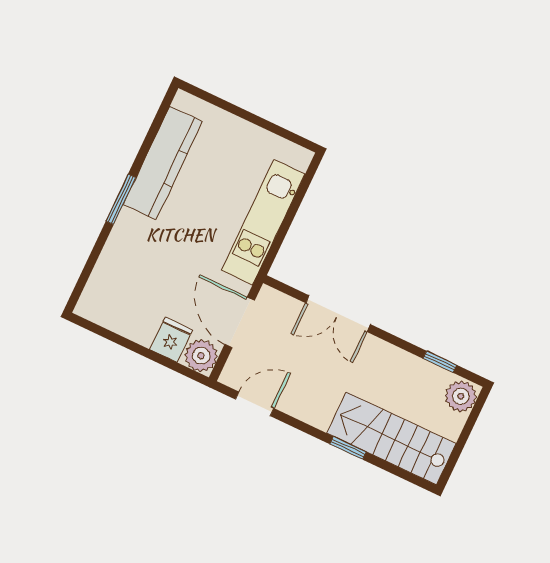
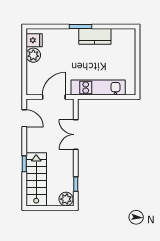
kitchen counter: (163, 163) -> (95, 36), width x0.67
fridge: (171, 340) -> (34, 40), moved
plant: (201, 356) -> (33, 55), moved

